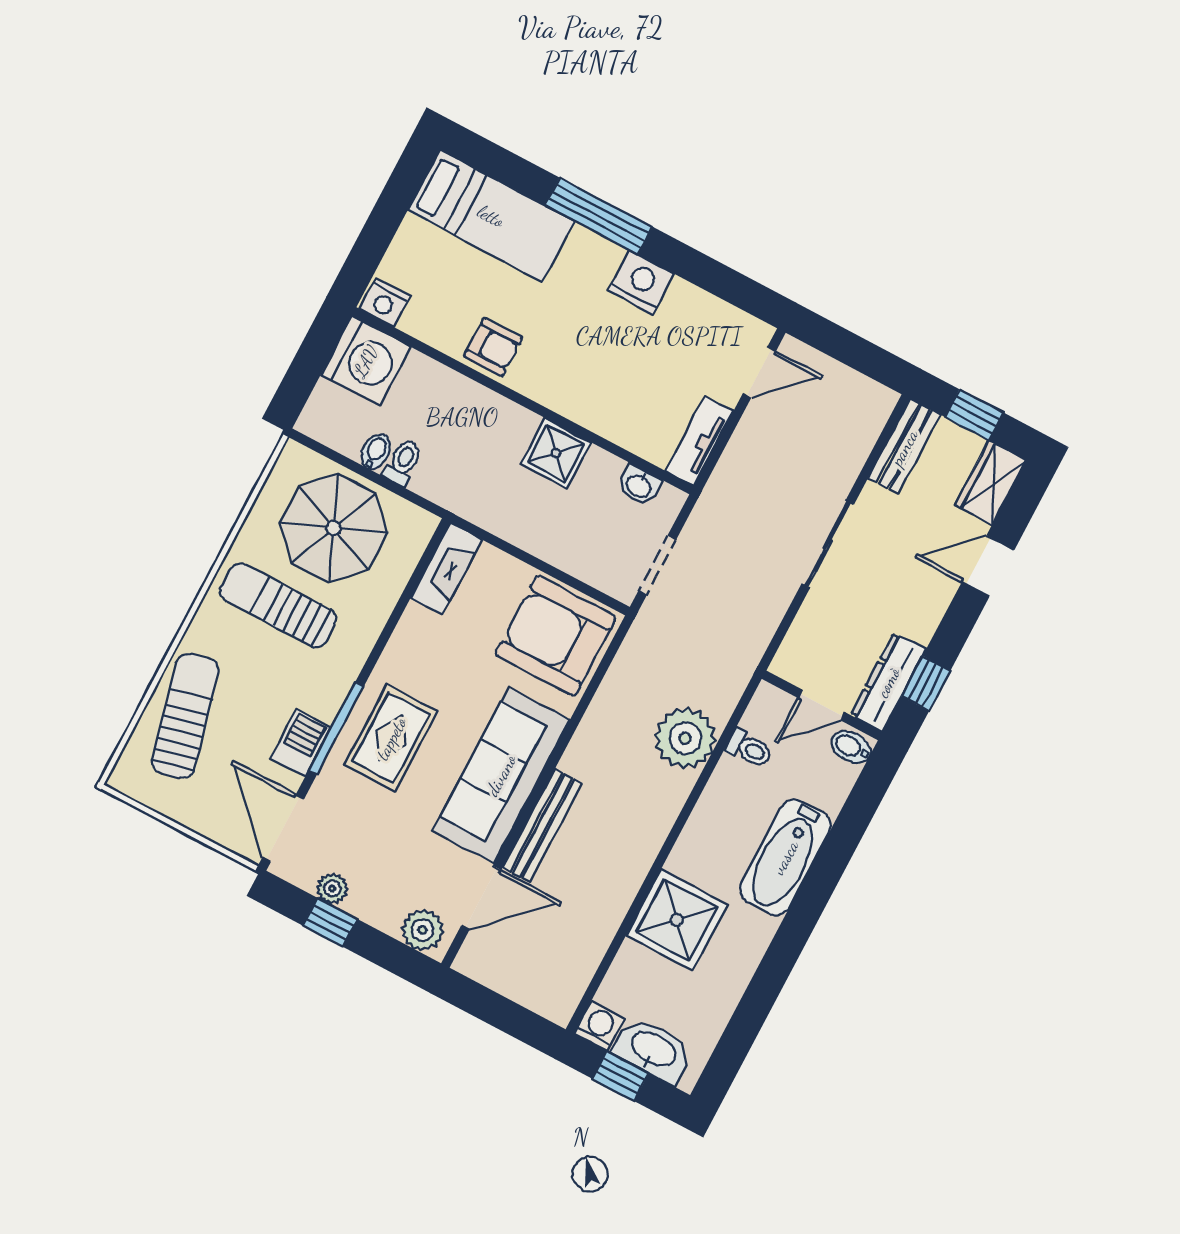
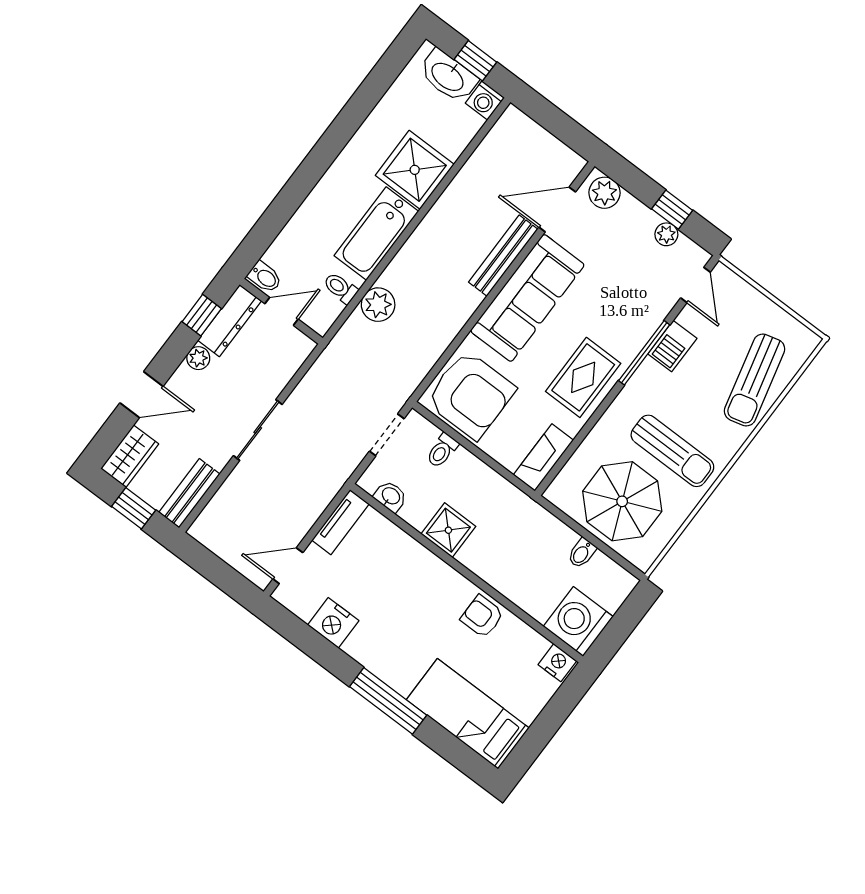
nightstand: (641, 282) -> (333, 623), moved
toilet: (403, 462) -> (442, 451), moved
plant: (921, 626) -> (198, 358), added
rug: (391, 738) -> (583, 377), moved
plant: (685, 738) -> (378, 305), width x0.73, depth x0.73
door: (283, 828) -> (695, 285), width x0.73
bathtub: (785, 857) -> (376, 234), moved, turned 180

